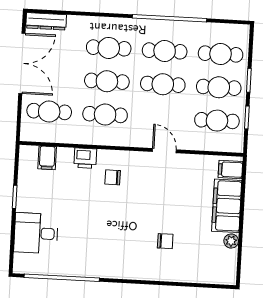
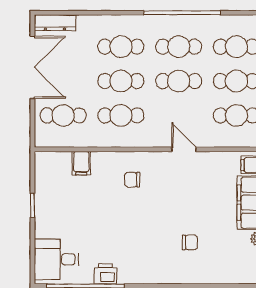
filing cabinet: (47, 158) -> (81, 163), moved
printer: (85, 158) -> (105, 274), moved, turned 180
desk: (36, 233) -> (56, 259), moved

